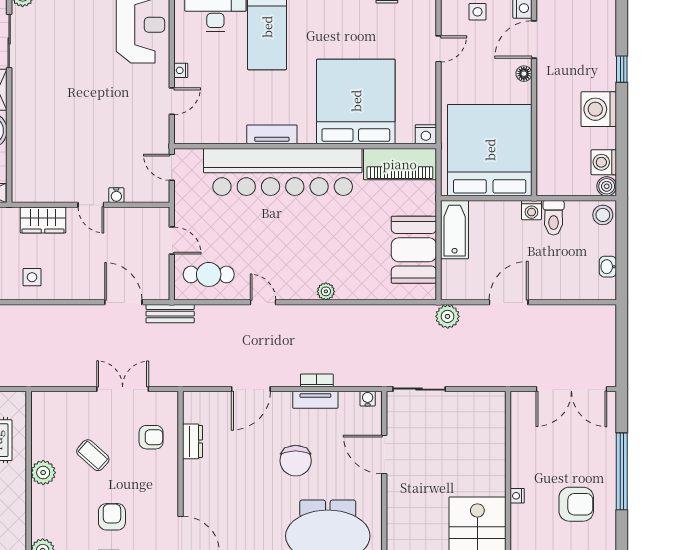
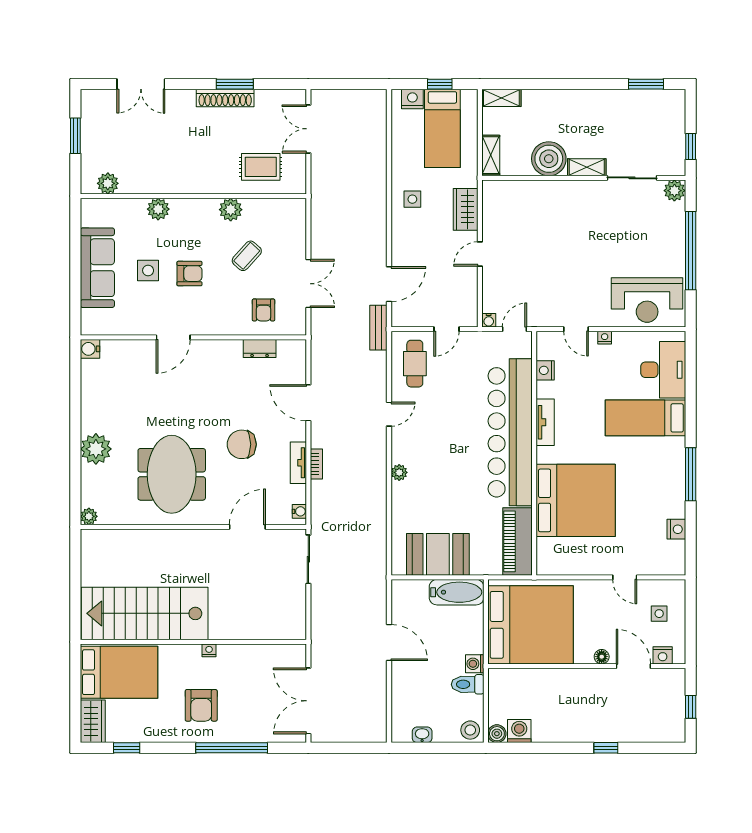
washing machine: (599, 109) -> (569, 726), removed
nightstand: (426, 134) -> (545, 370), moved
water cooler: (116, 195) -> (489, 320), moved, turned -90
plant: (448, 316) -> (376, 586), removed

